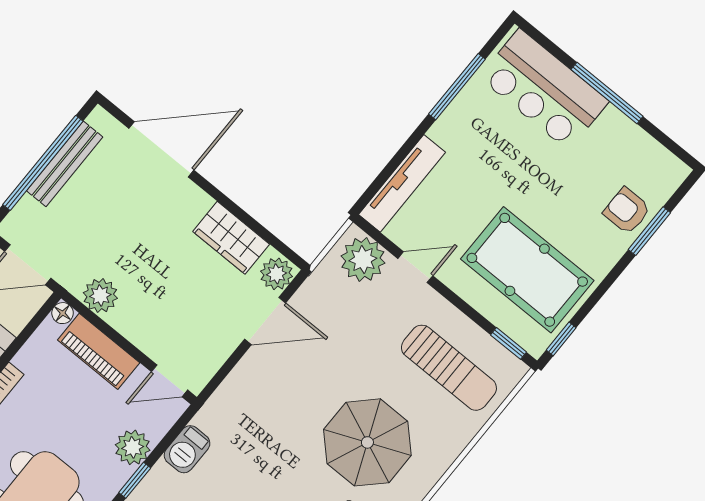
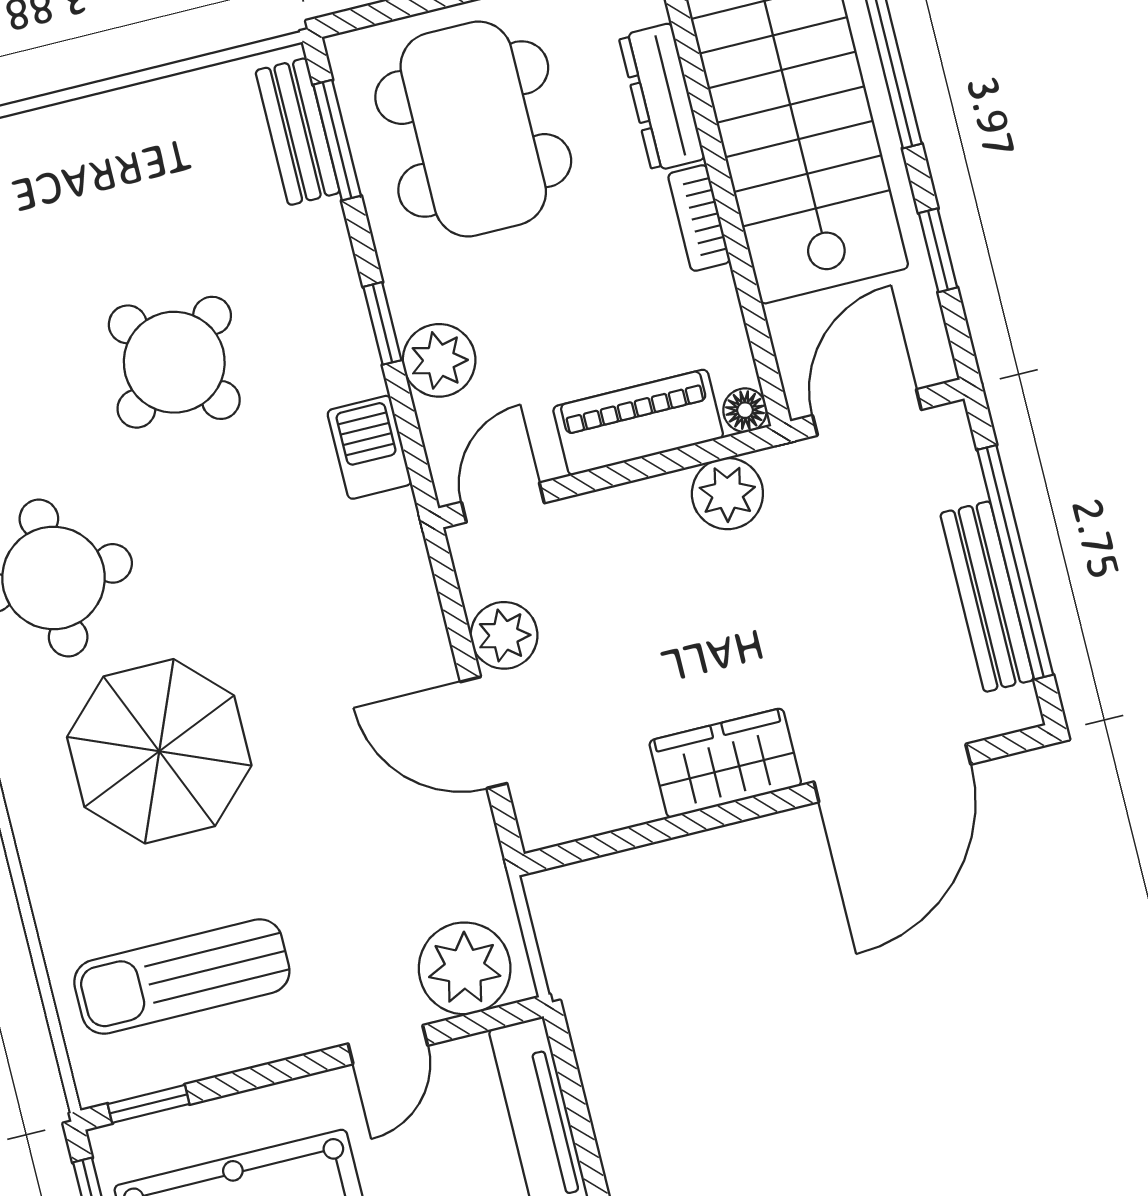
wardrobe: (231, 238) -> (725, 763), moved
plant: (277, 274) -> (504, 635), moved
door: (265, 321) -> (484, 733), hinge flipped

